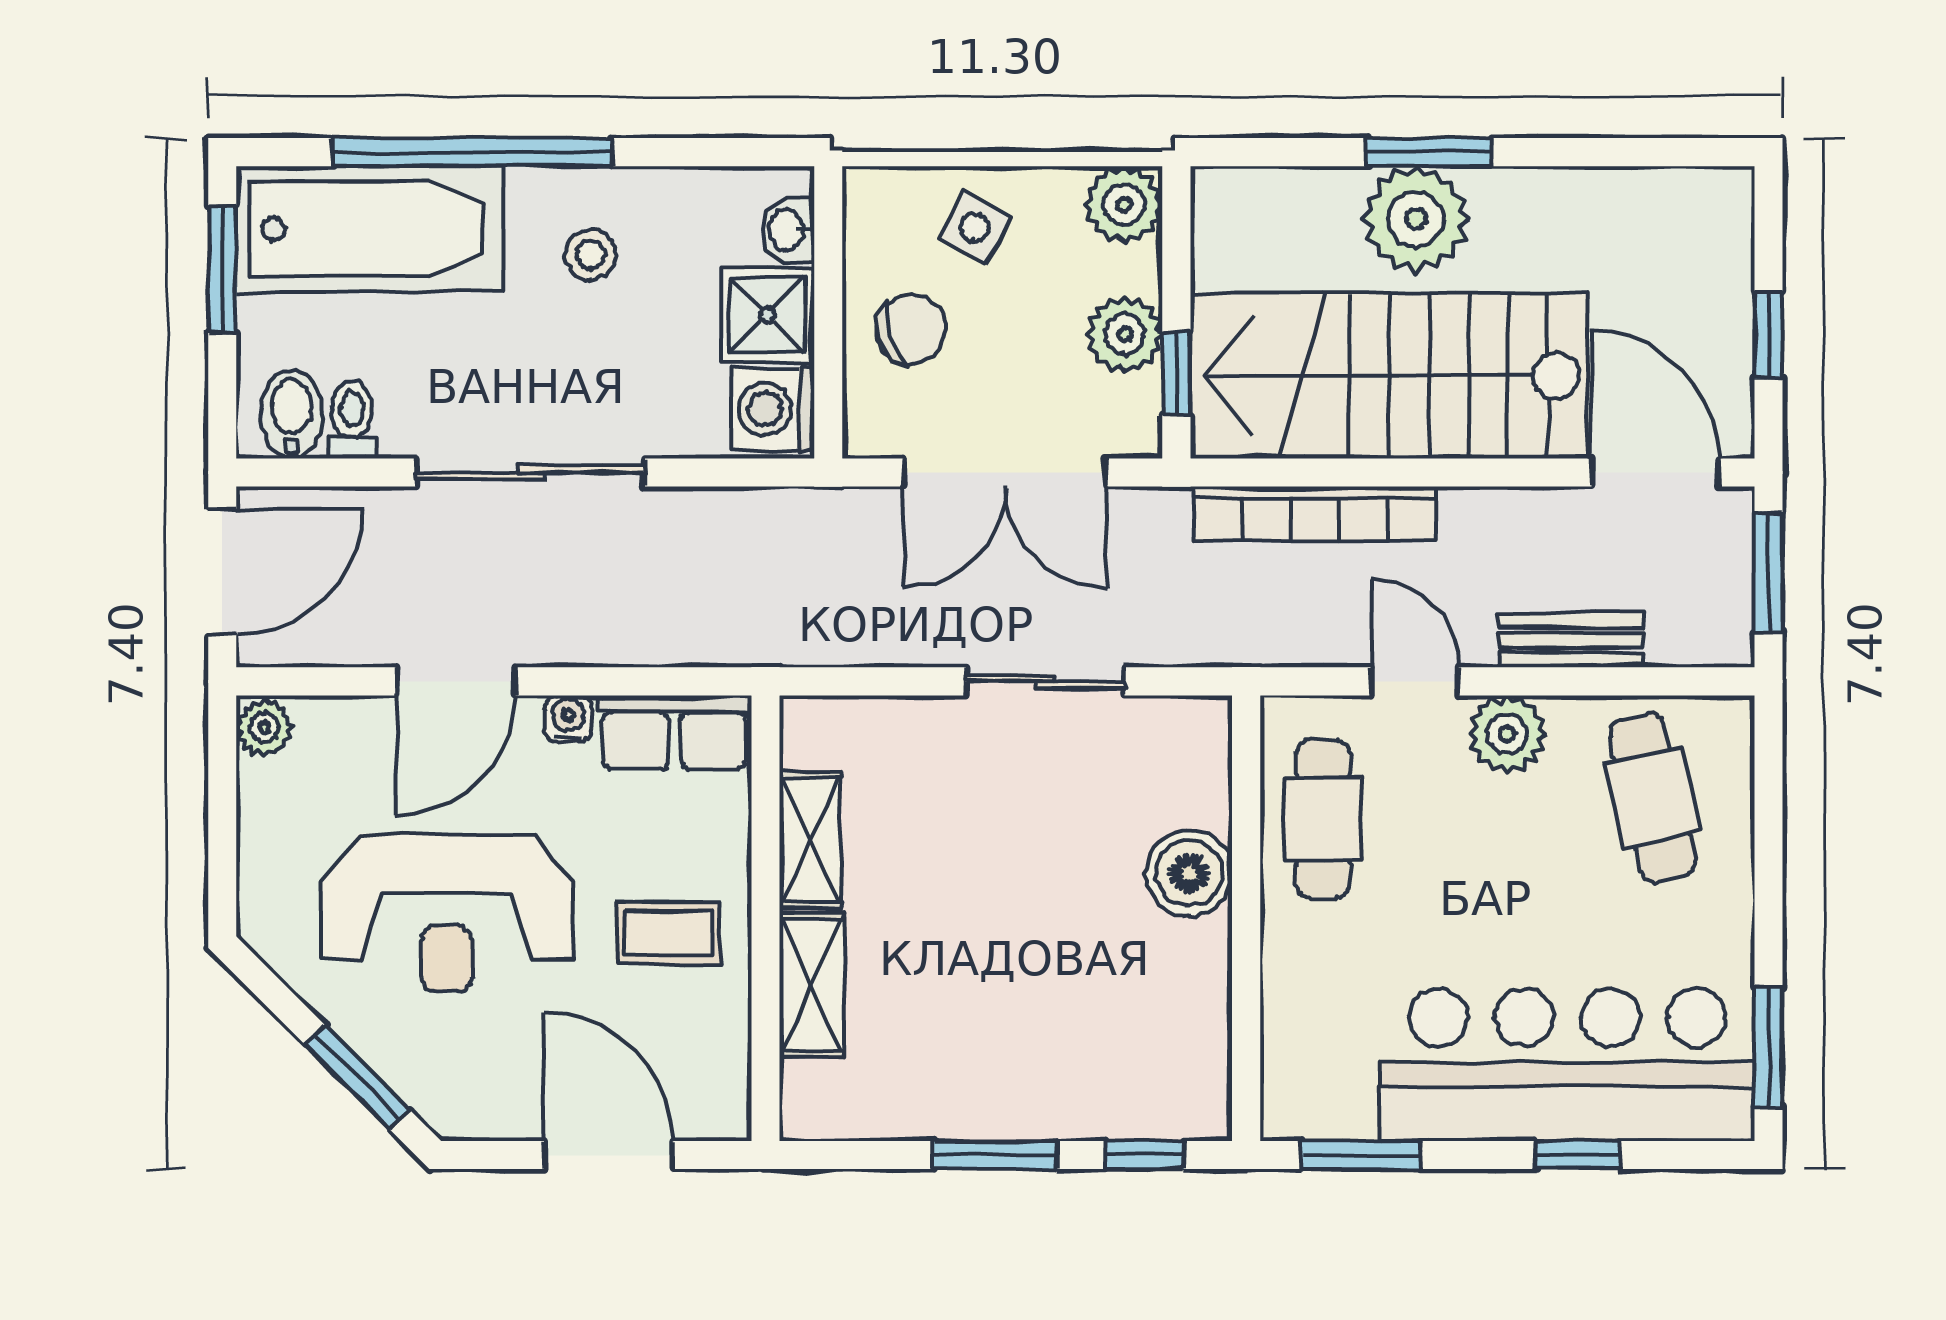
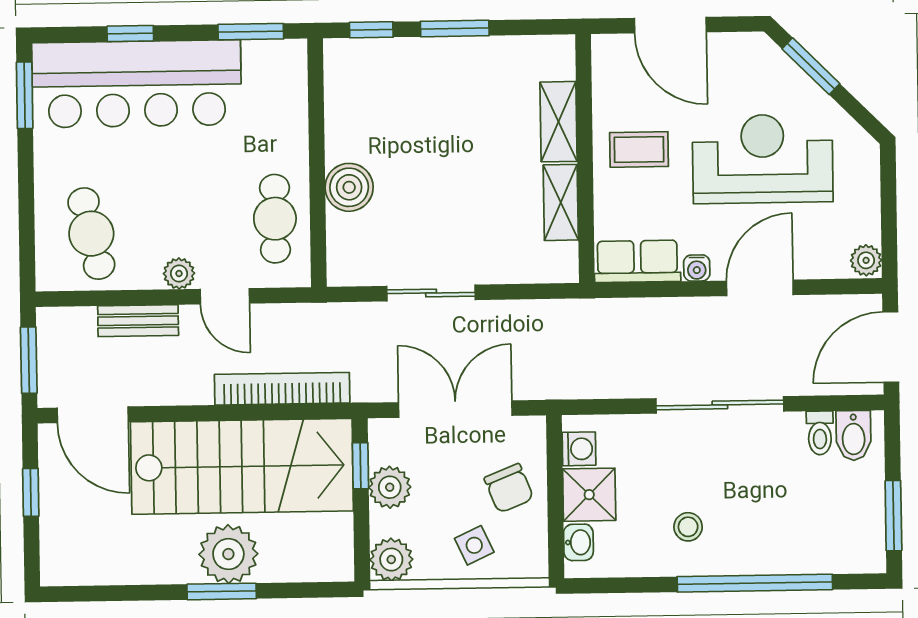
side table: (975, 228) -> (474, 545), turned 36
bathtub: (370, 229) -> (812, 539), removed
chair: (911, 329) -> (509, 488), turned -94
washing machine: (773, 409) -> (579, 449), width x0.73, depth x0.73
plant: (1507, 734) -> (179, 273), width x0.73, depth x0.73

